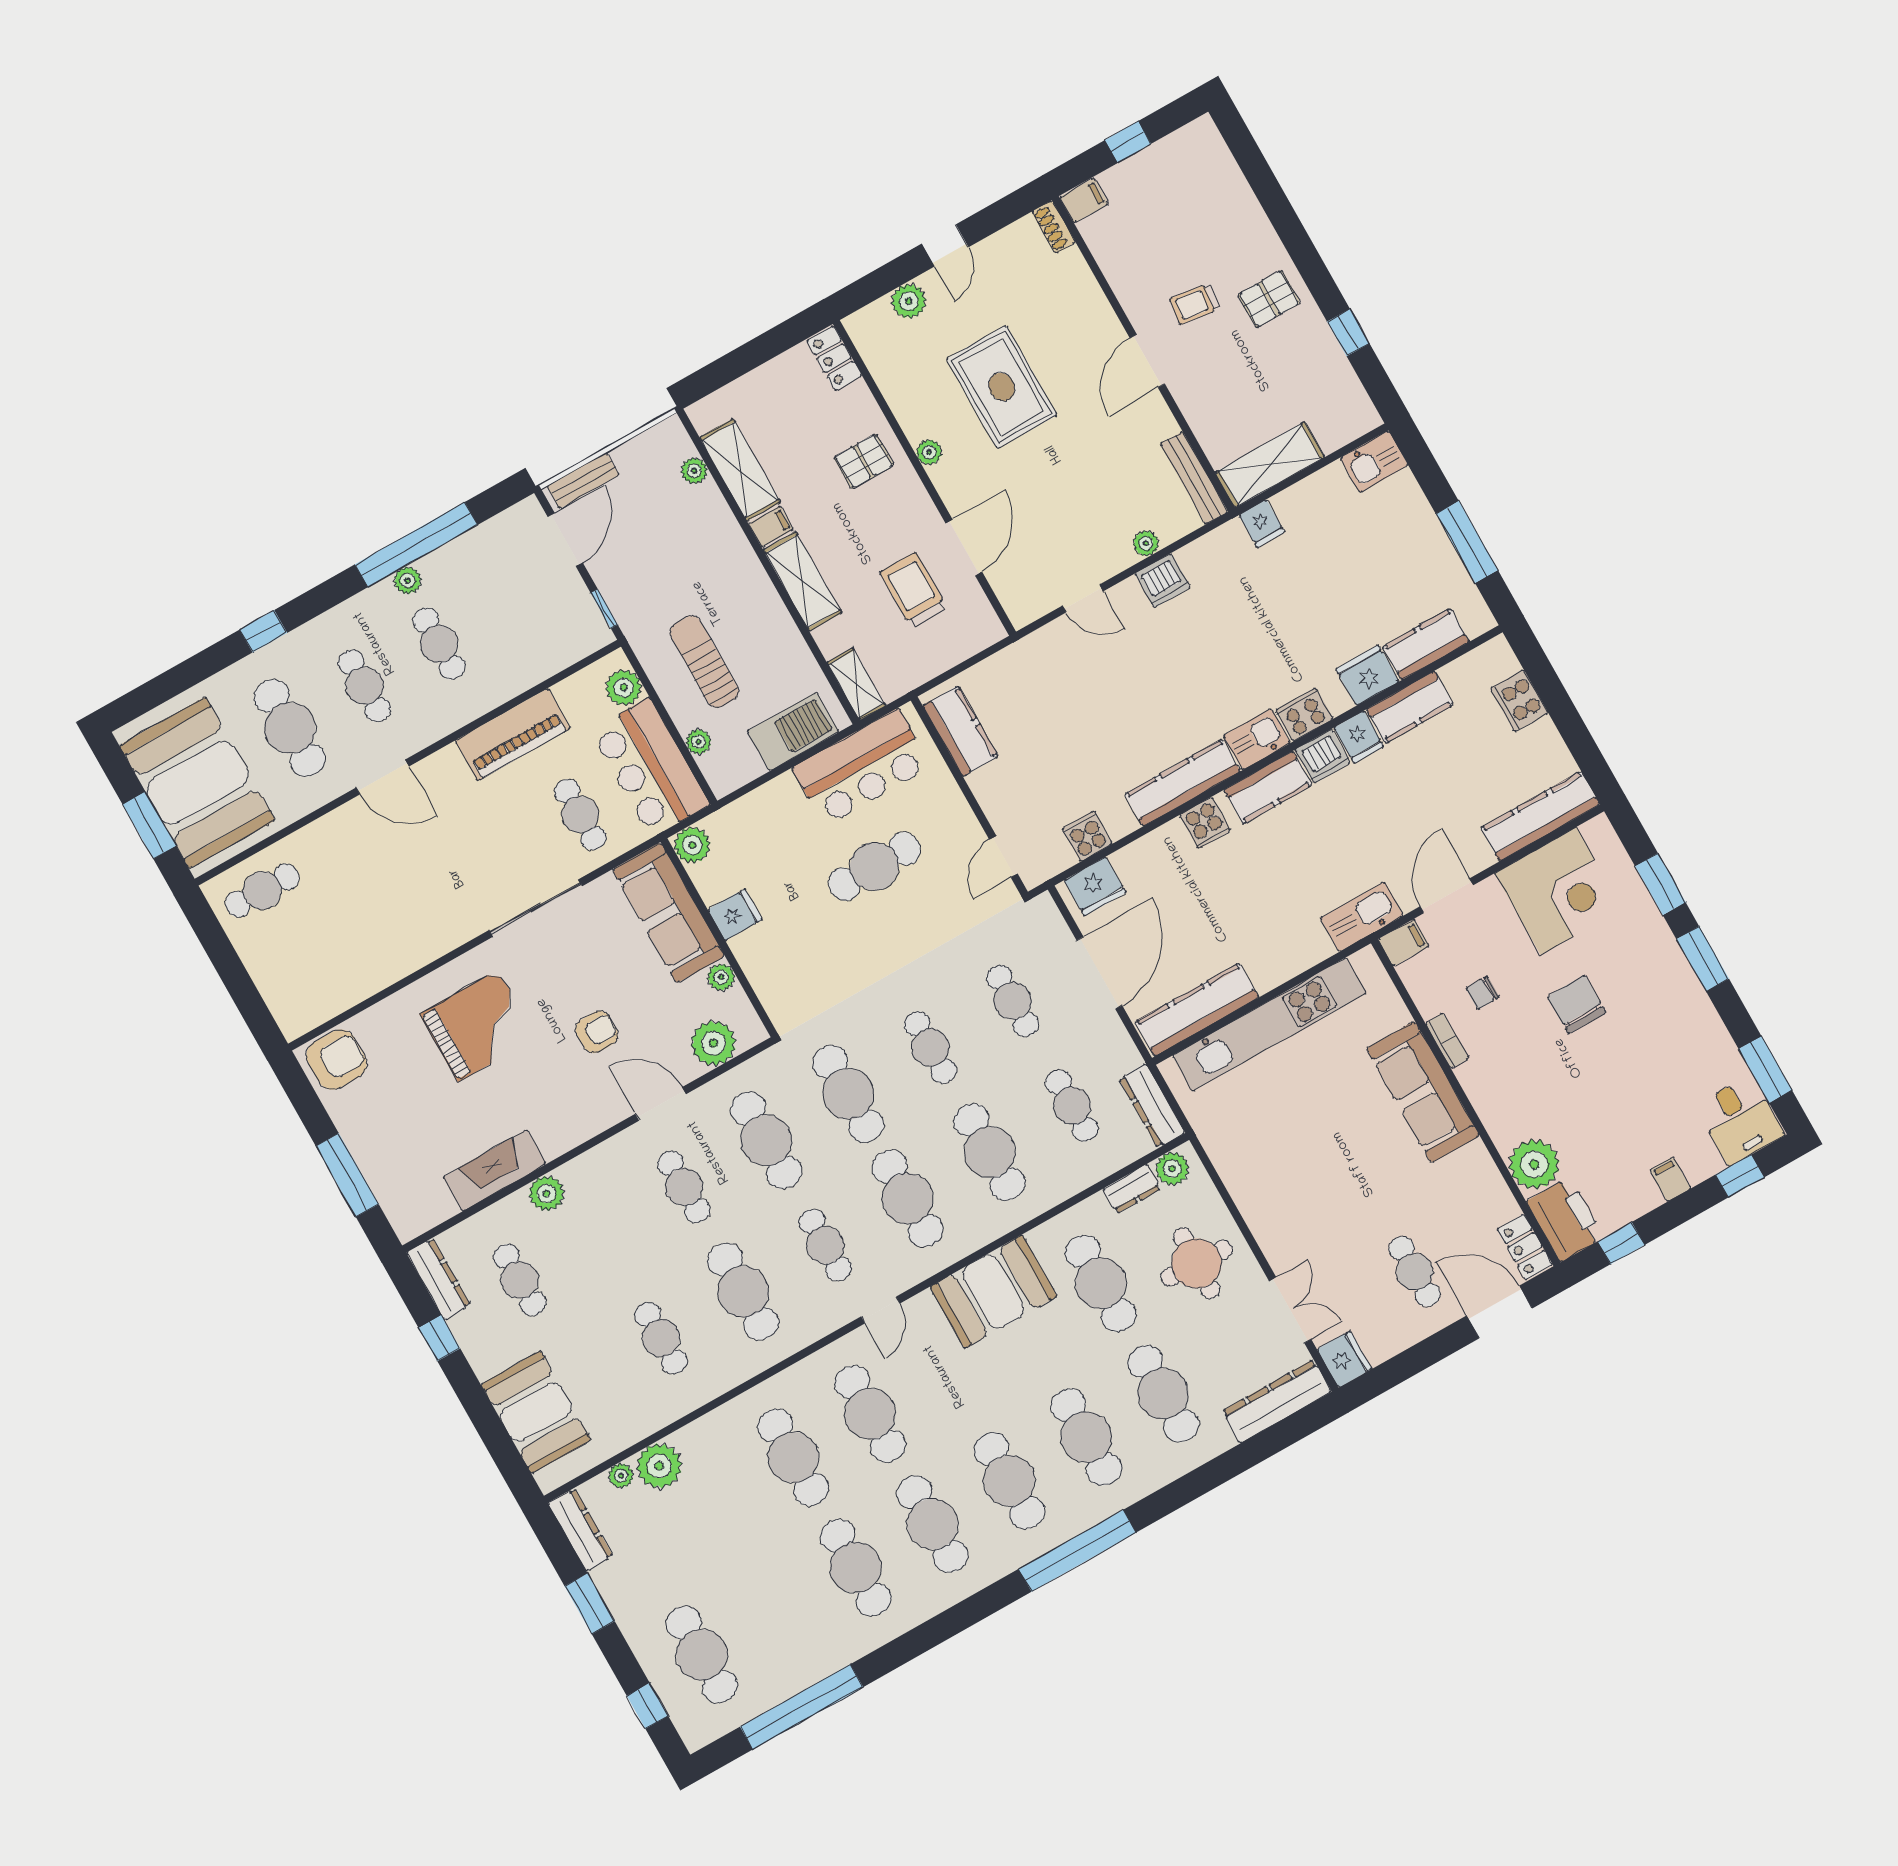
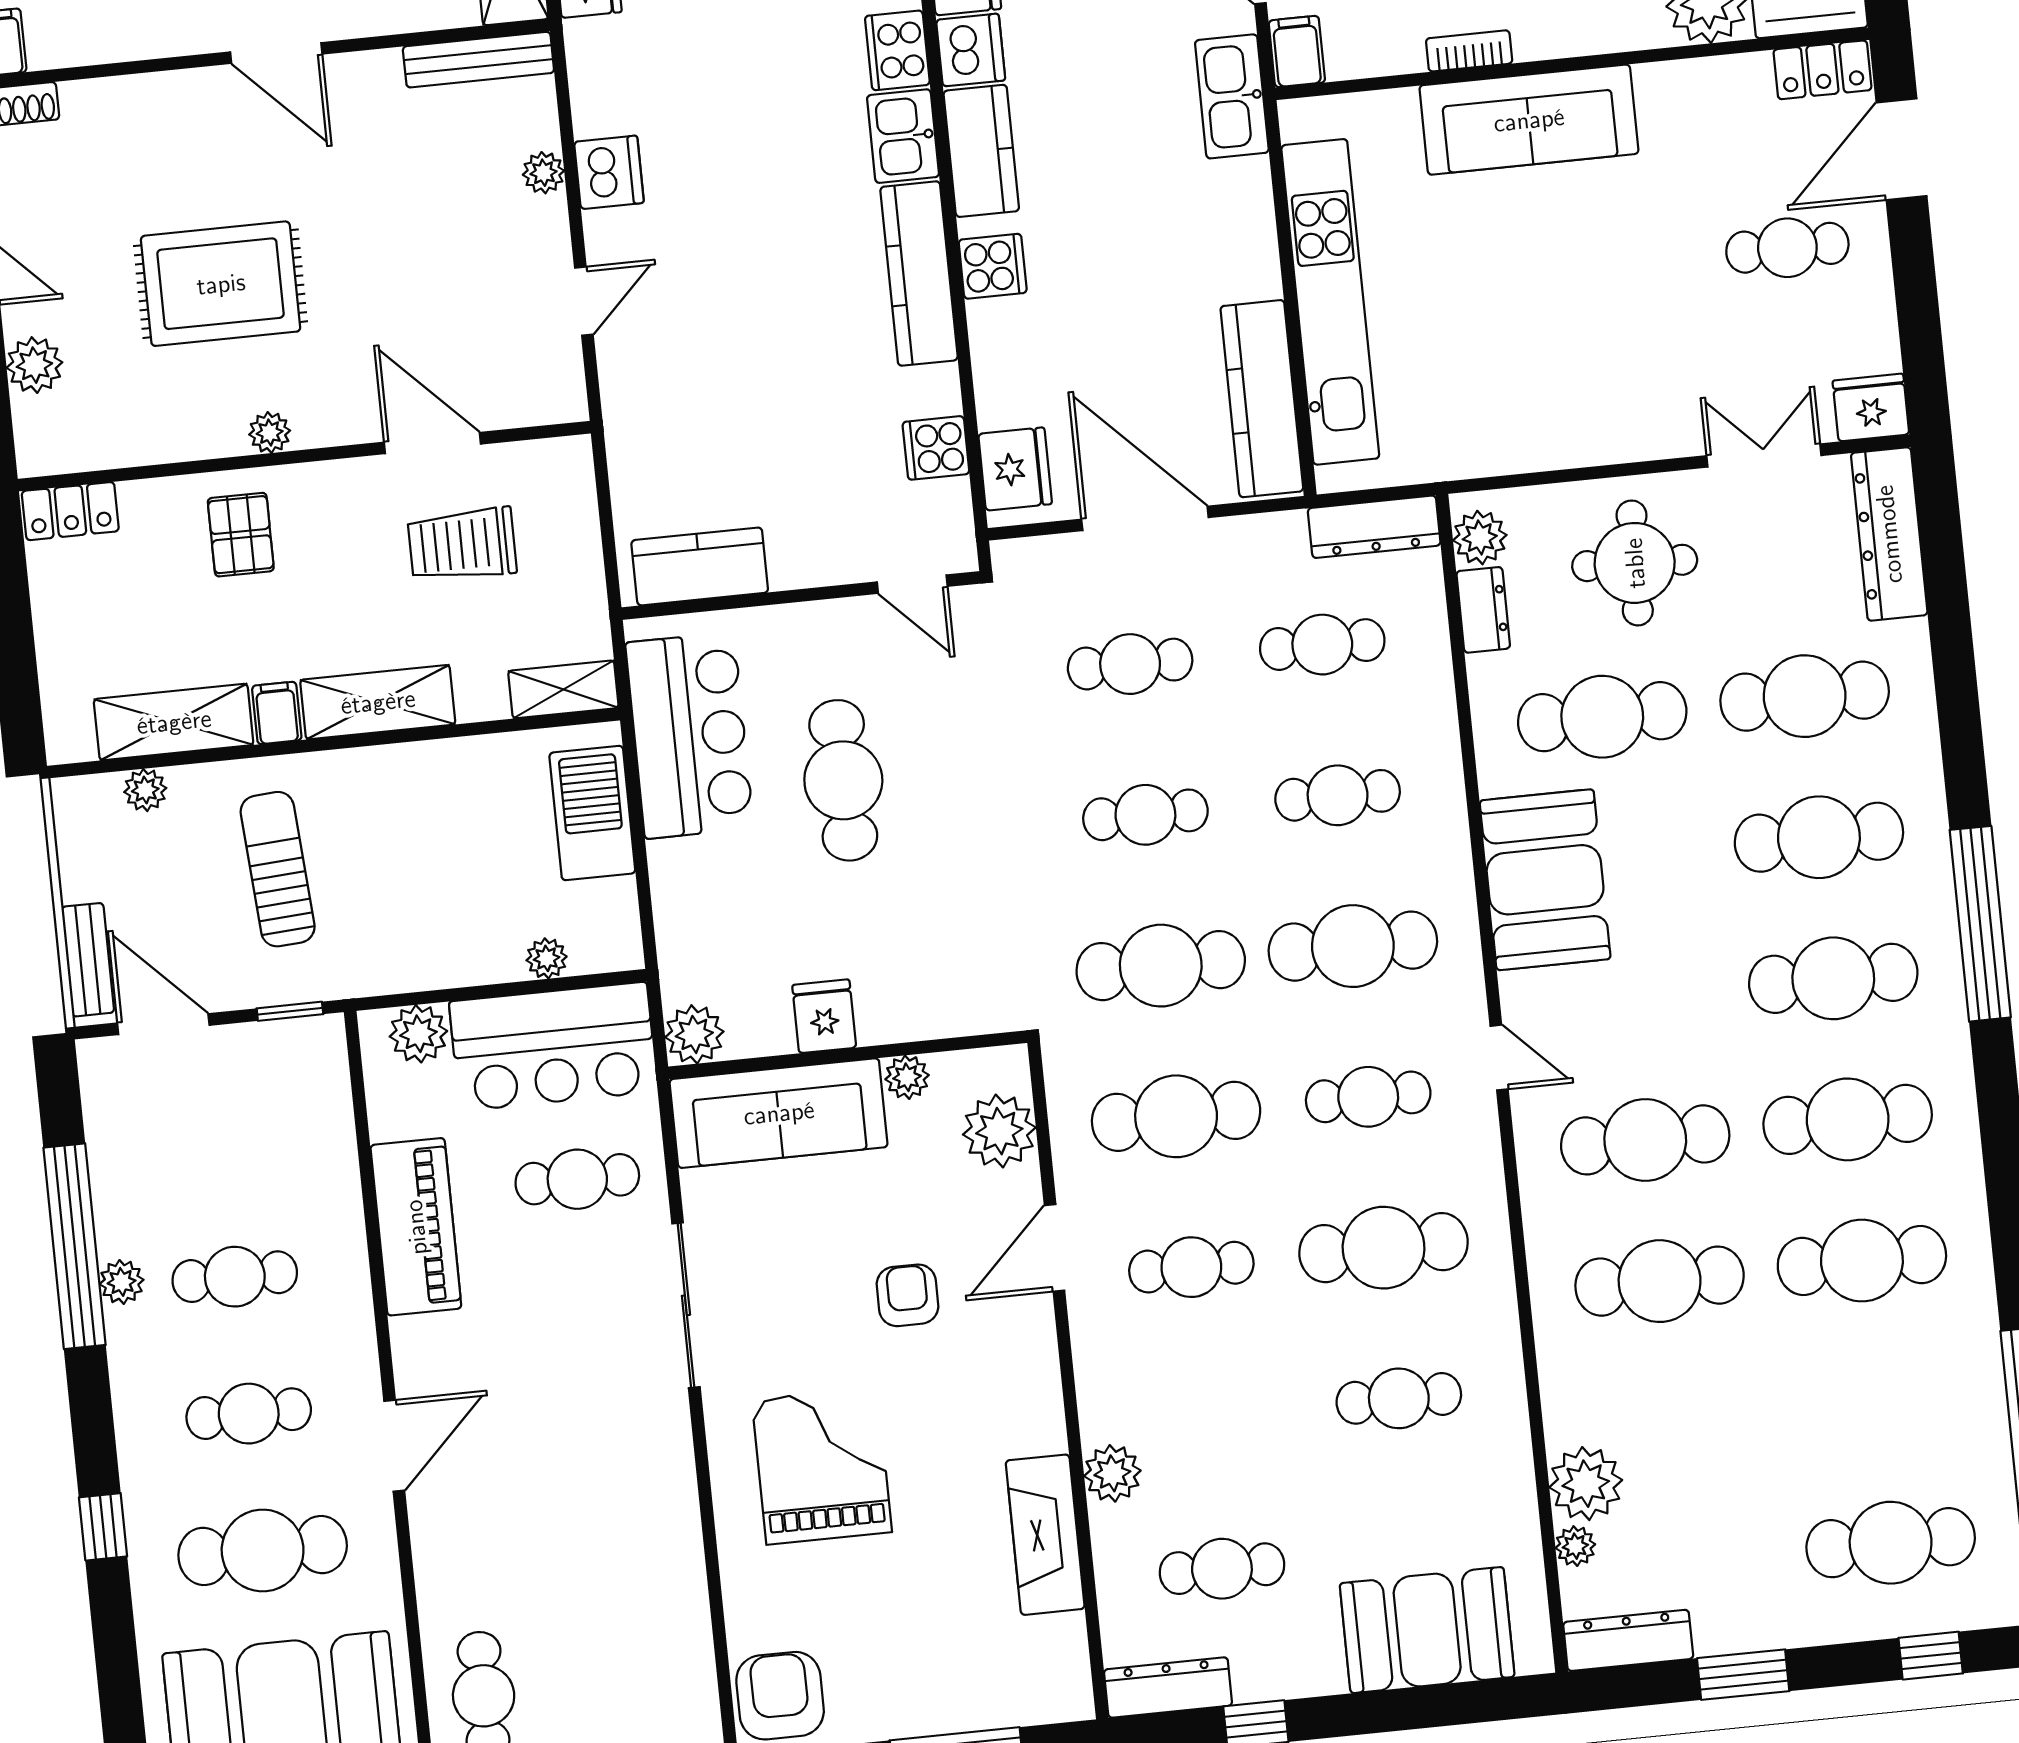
sun lounger: (704, 662) -> (278, 869), moved, turned 86
cafe table: (990, 1152) -> (1338, 795), width x0.73, depth x0.74

